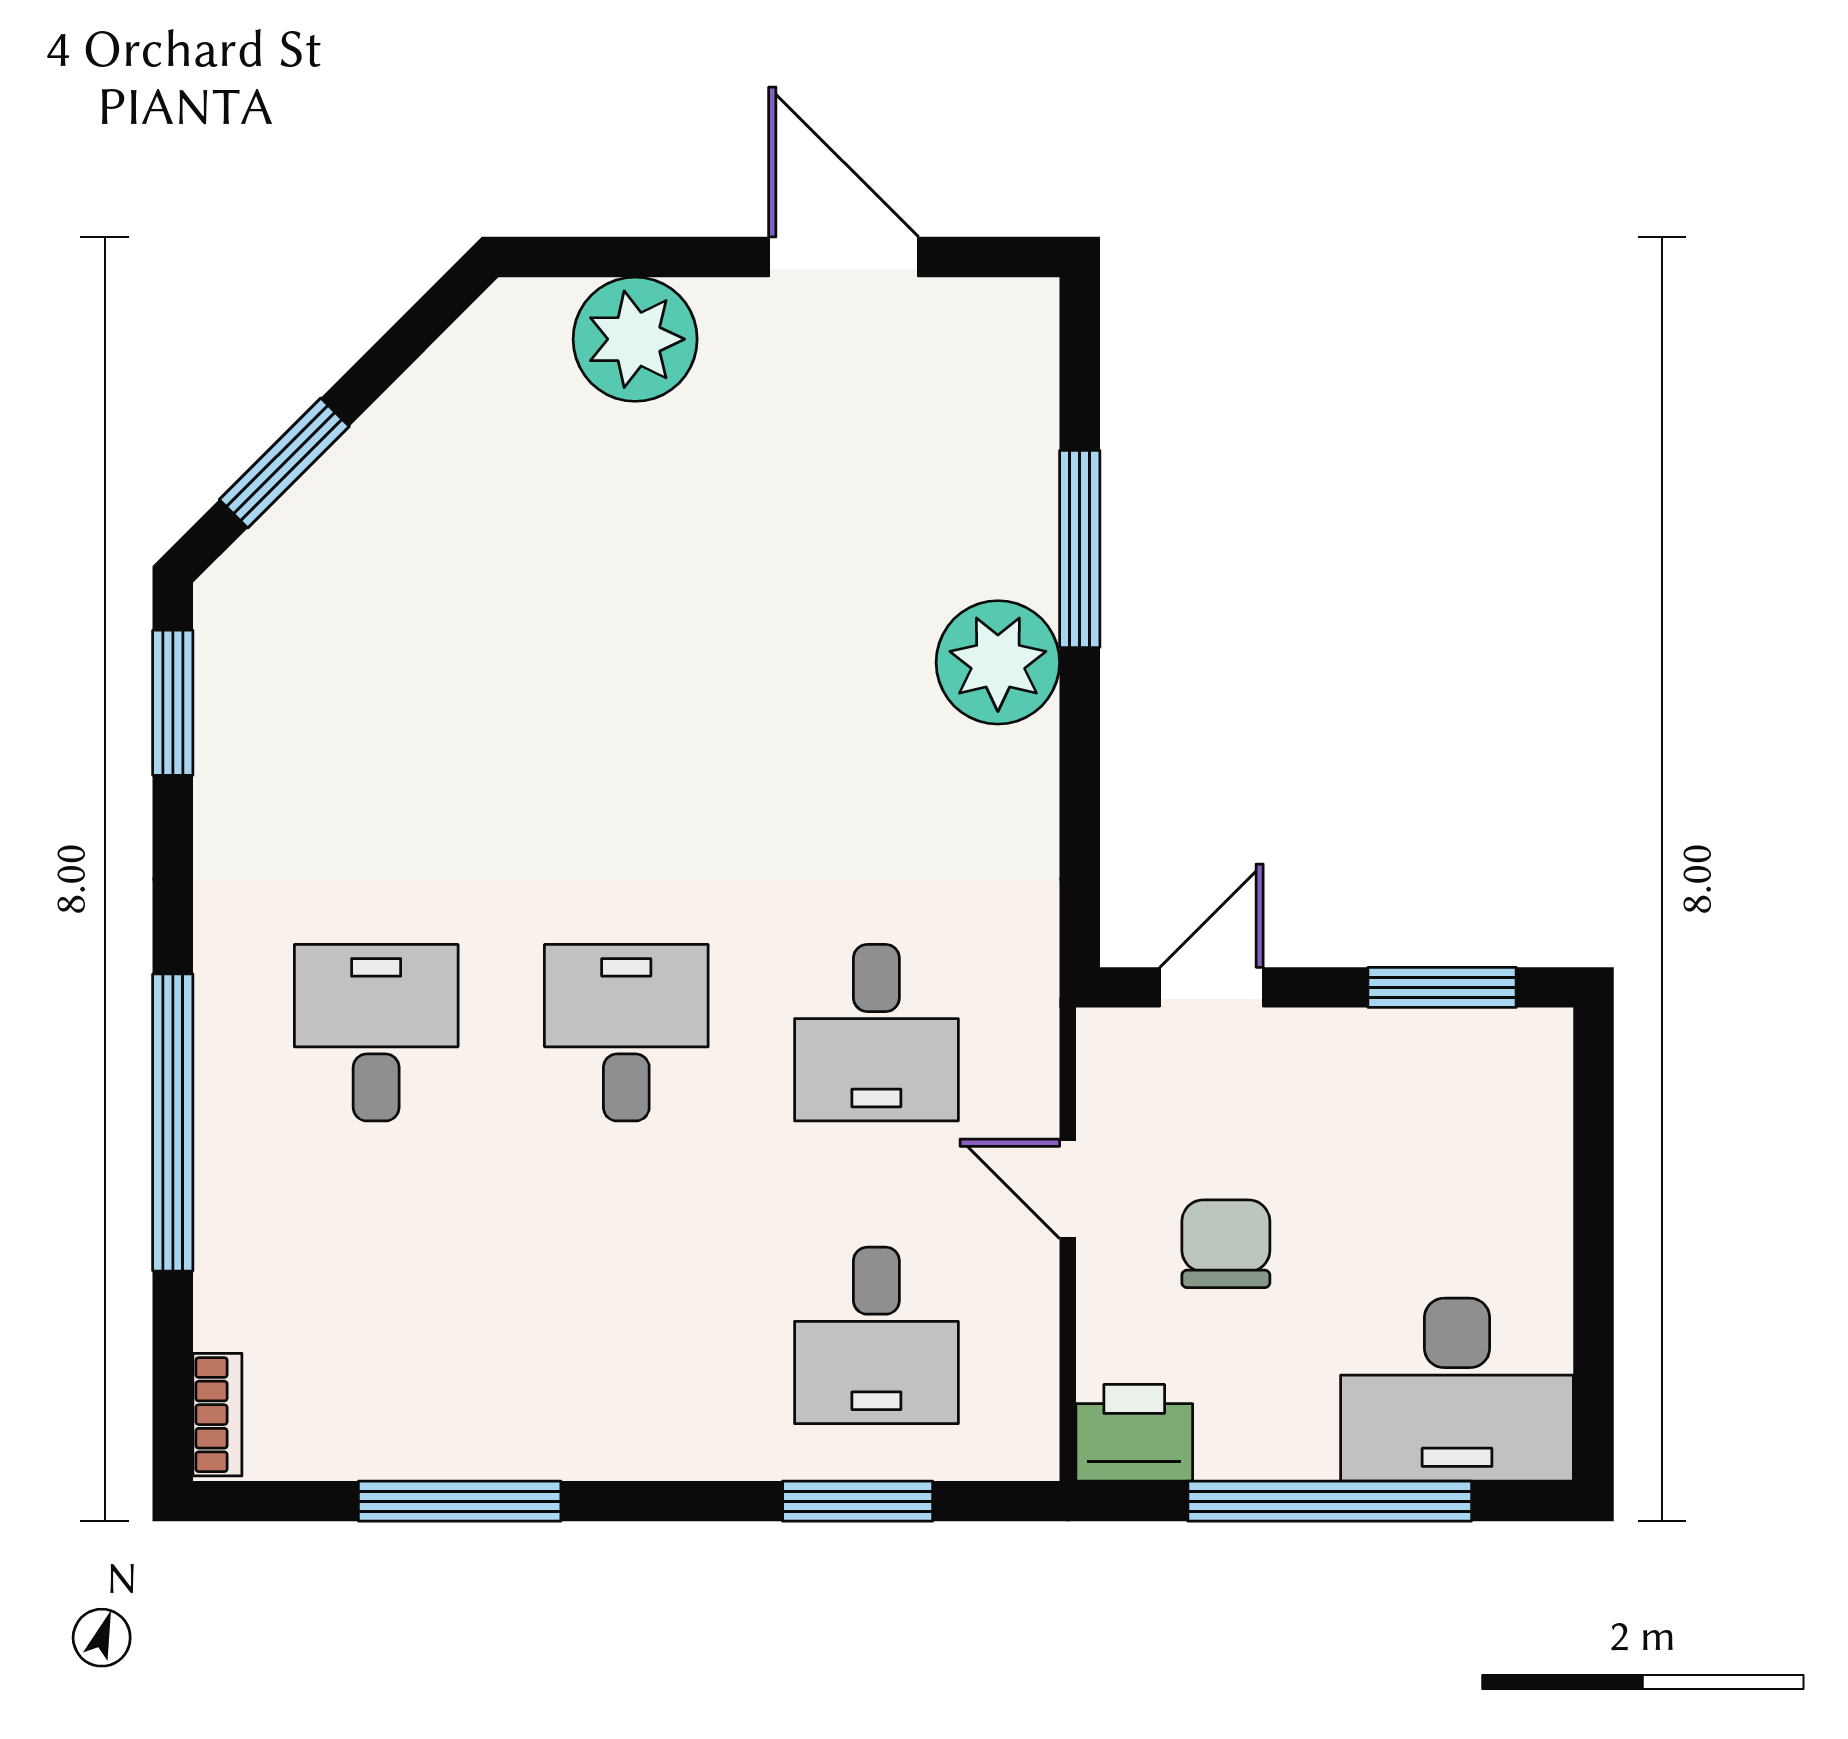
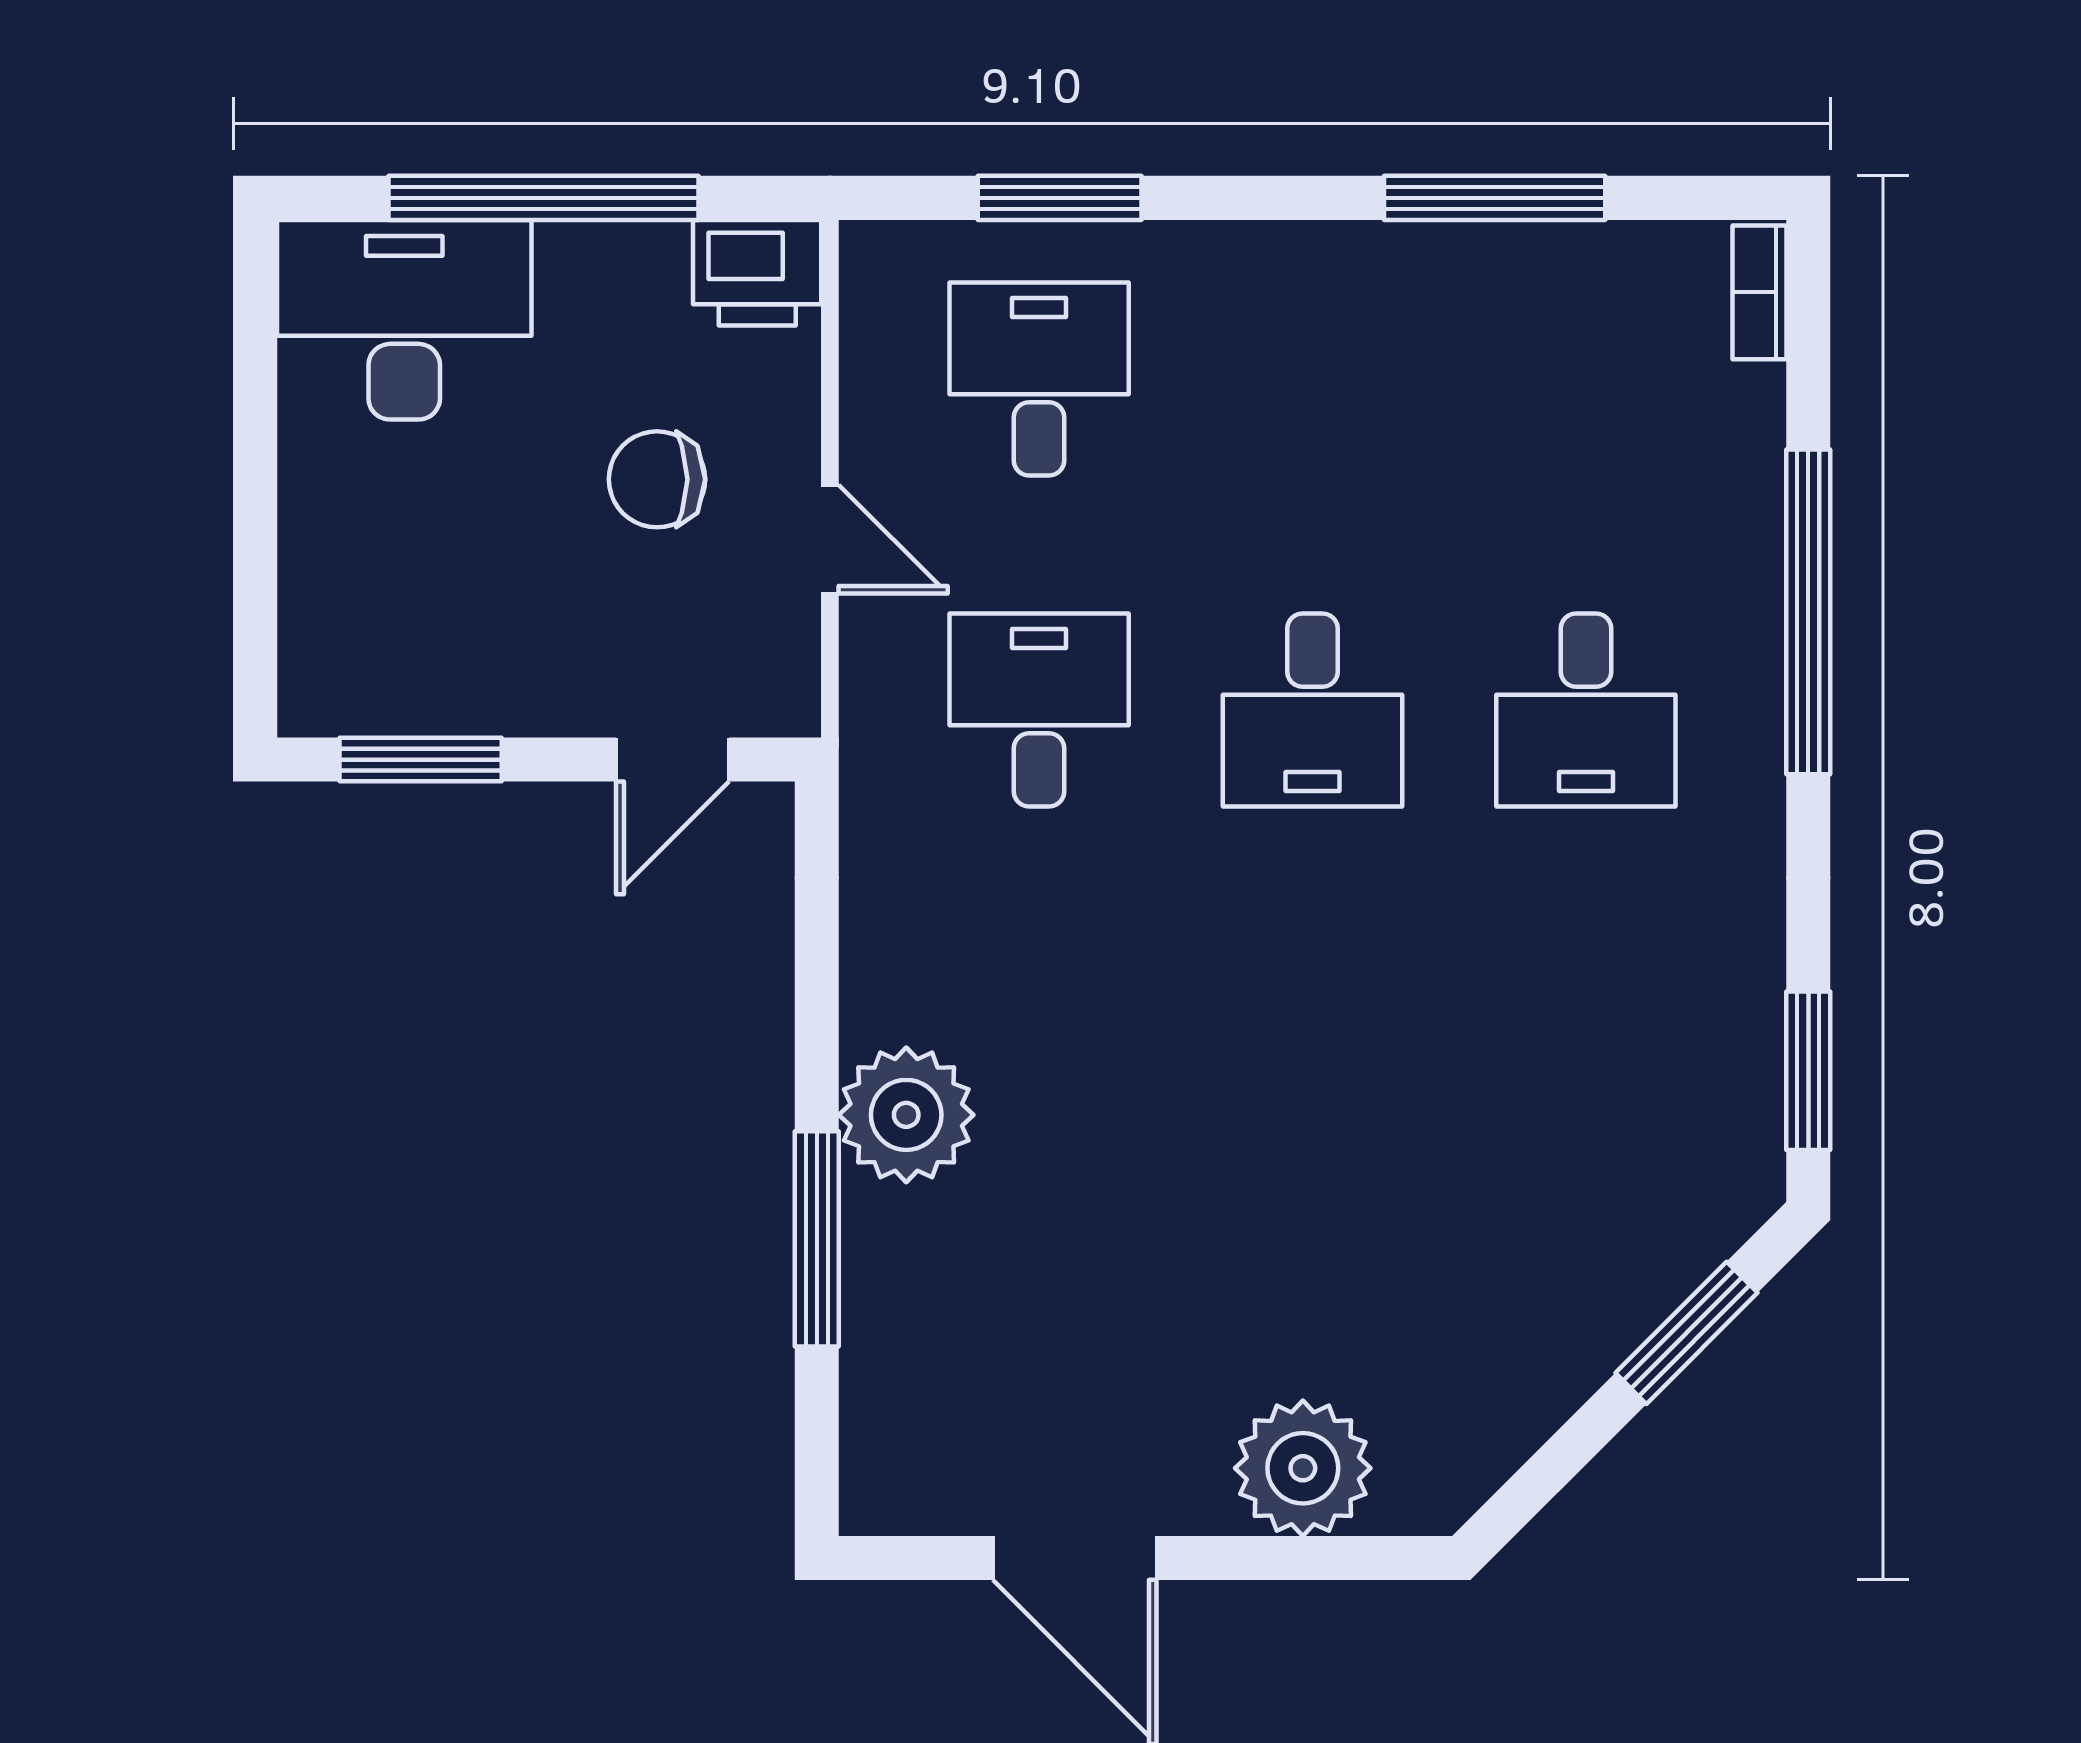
chair: (1226, 1244) -> (657, 479), turned 90

